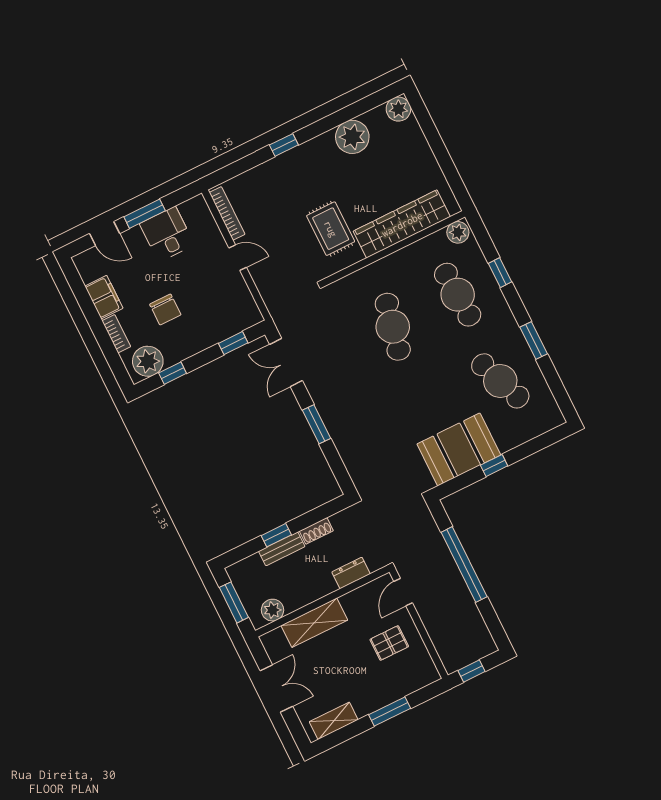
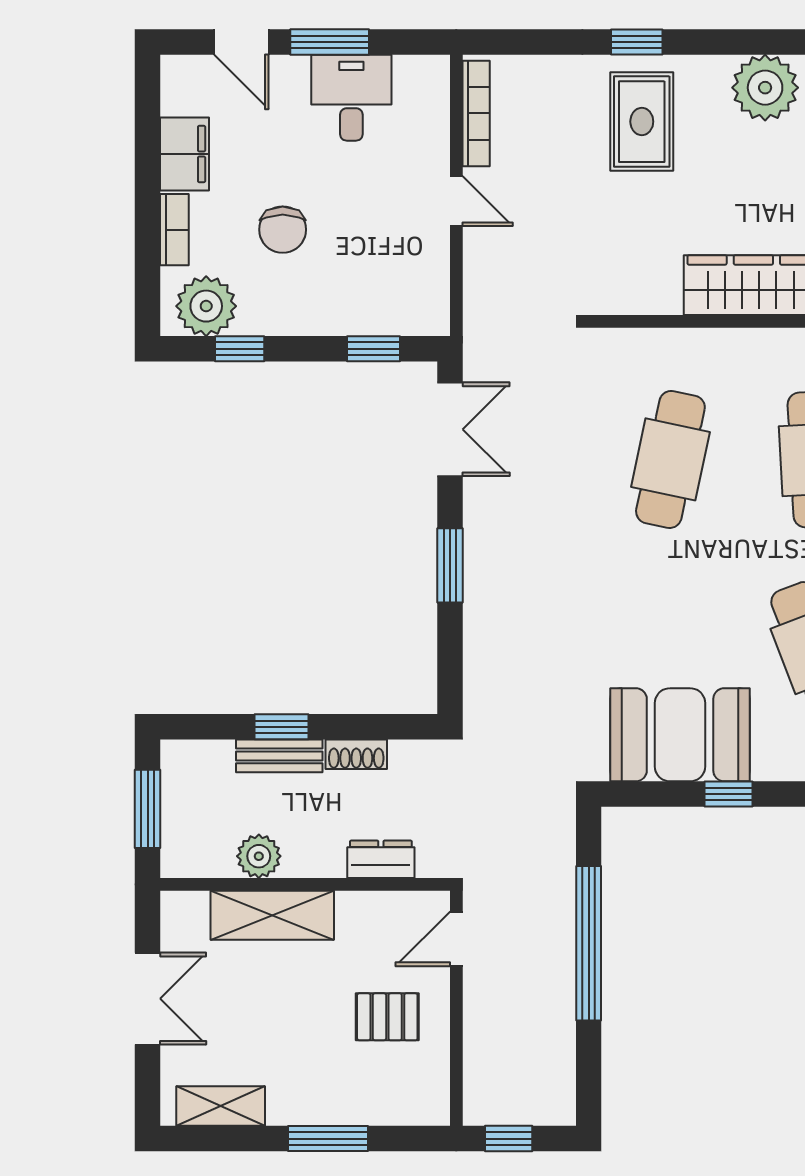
rug: (331, 229) -> (642, 122), moved
double door: (286, 362) -> (450, 429), swing flipped
plant: (273, 610) -> (259, 856), moved

